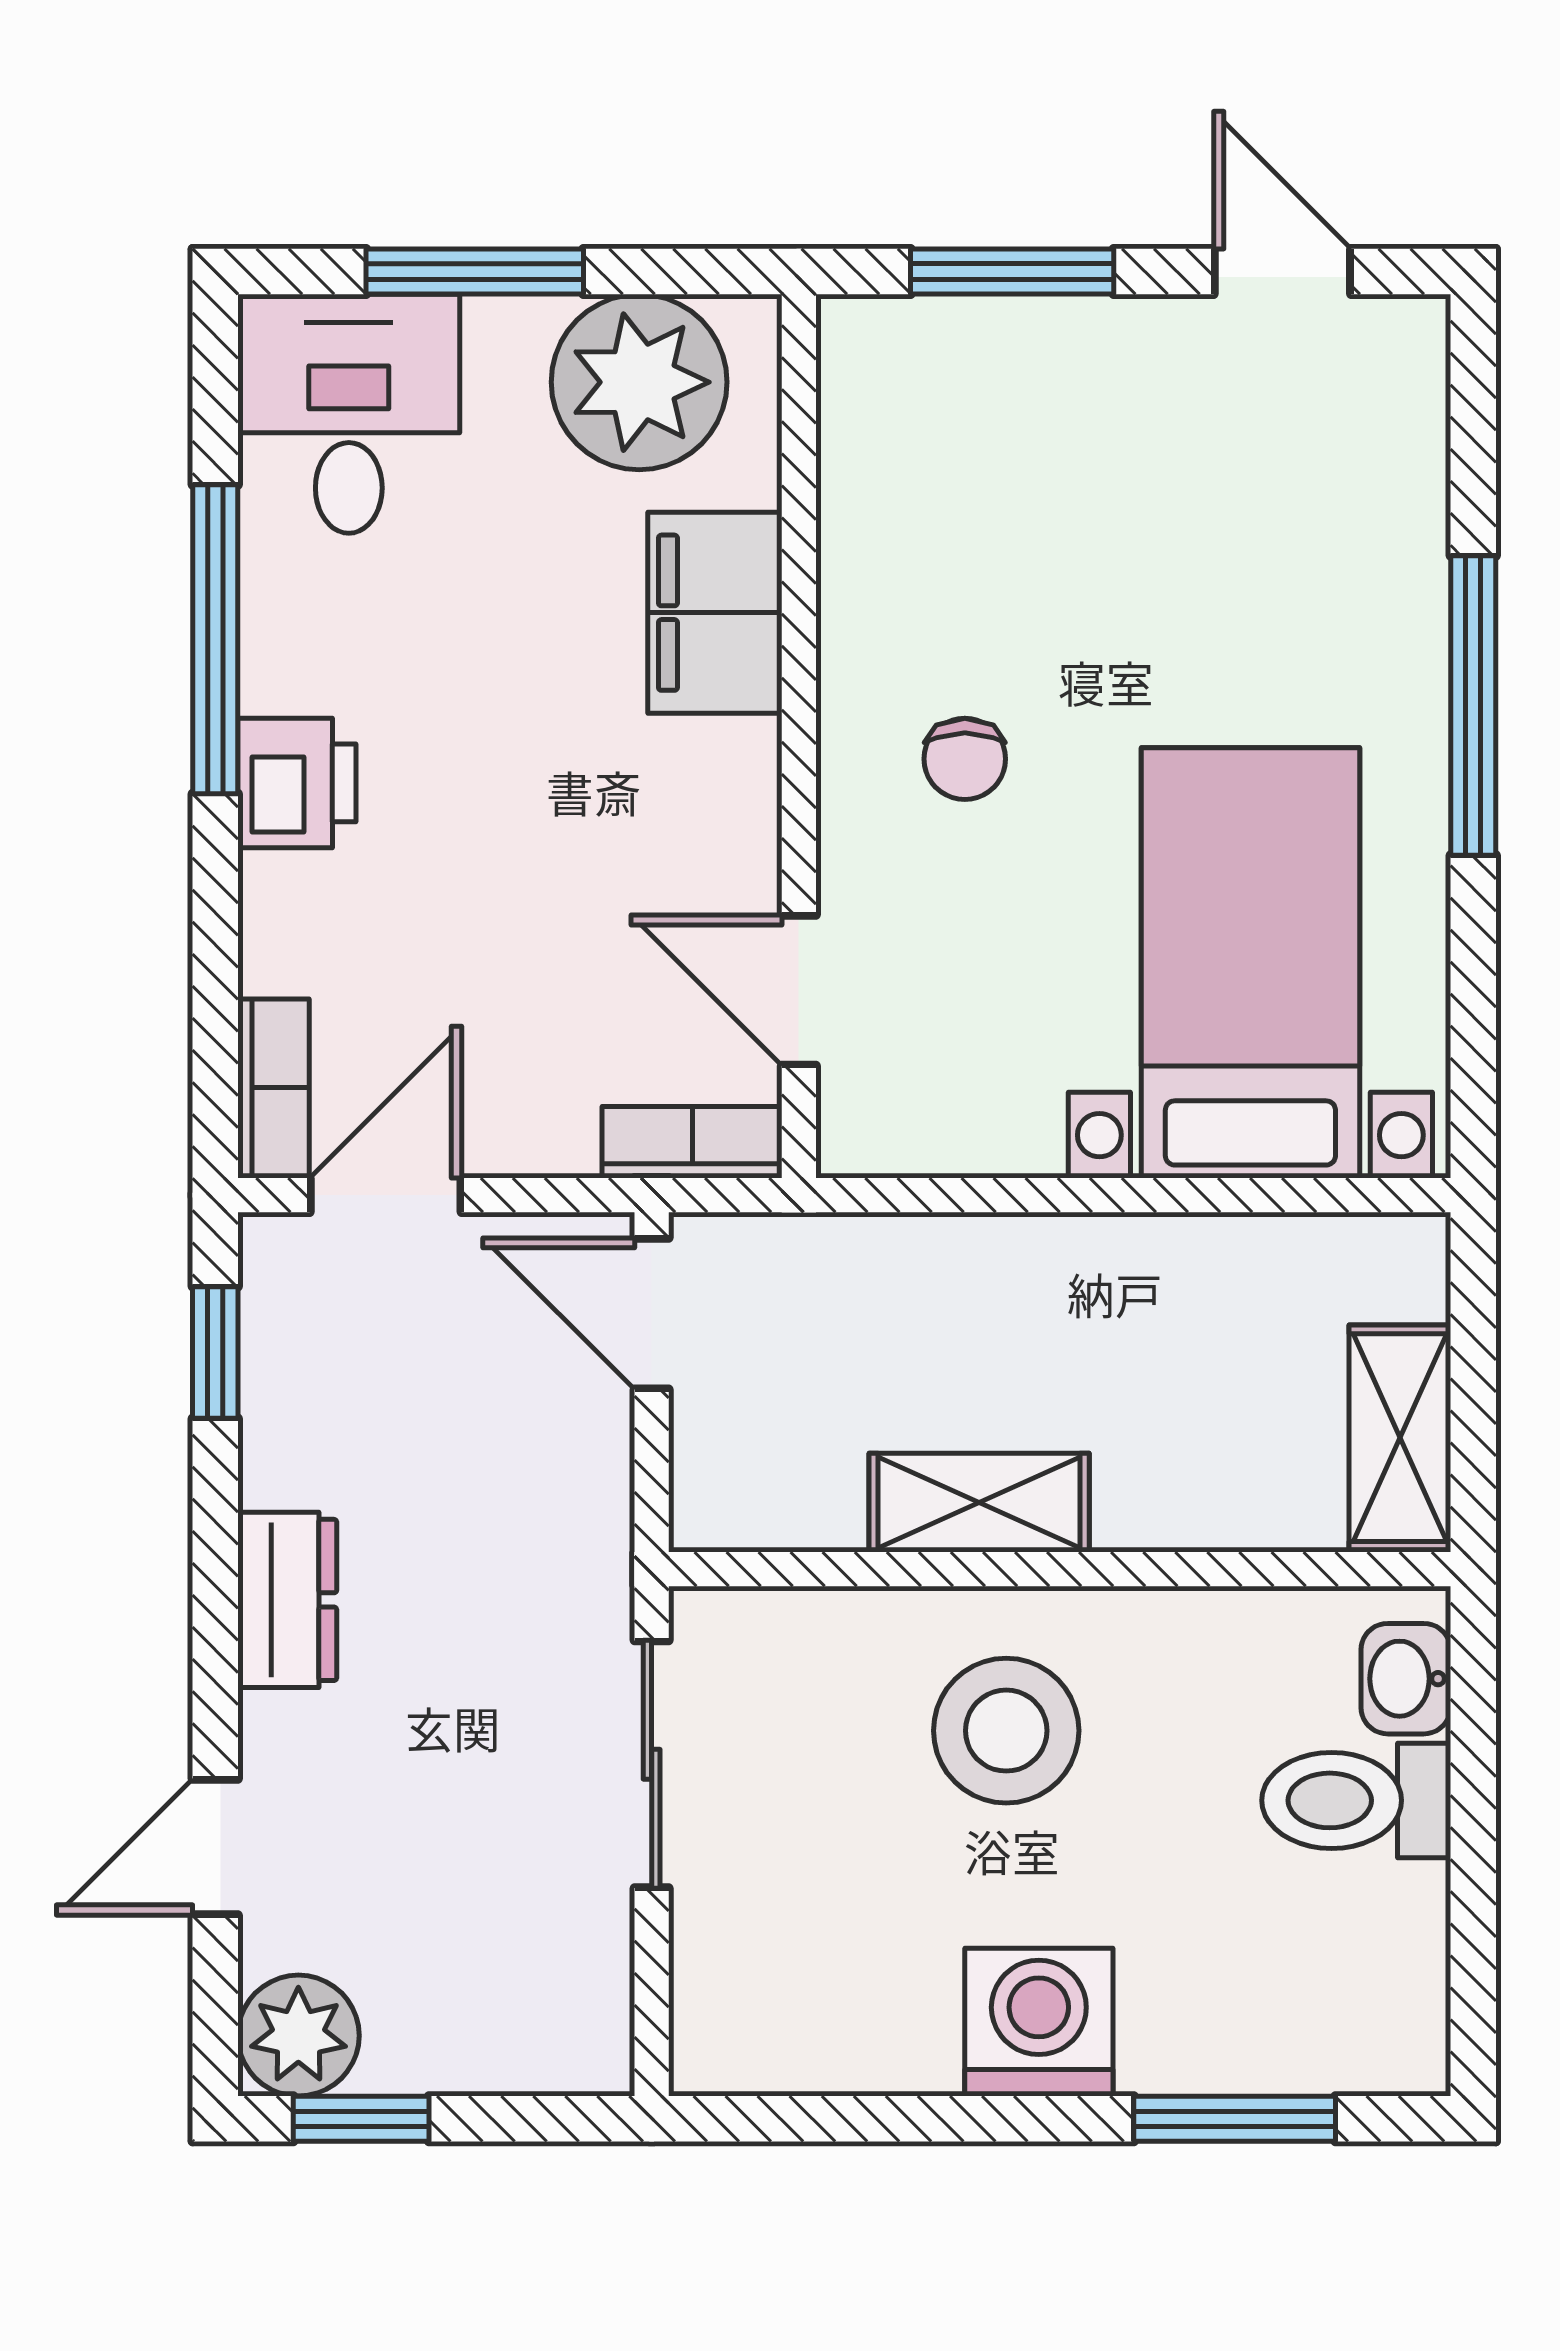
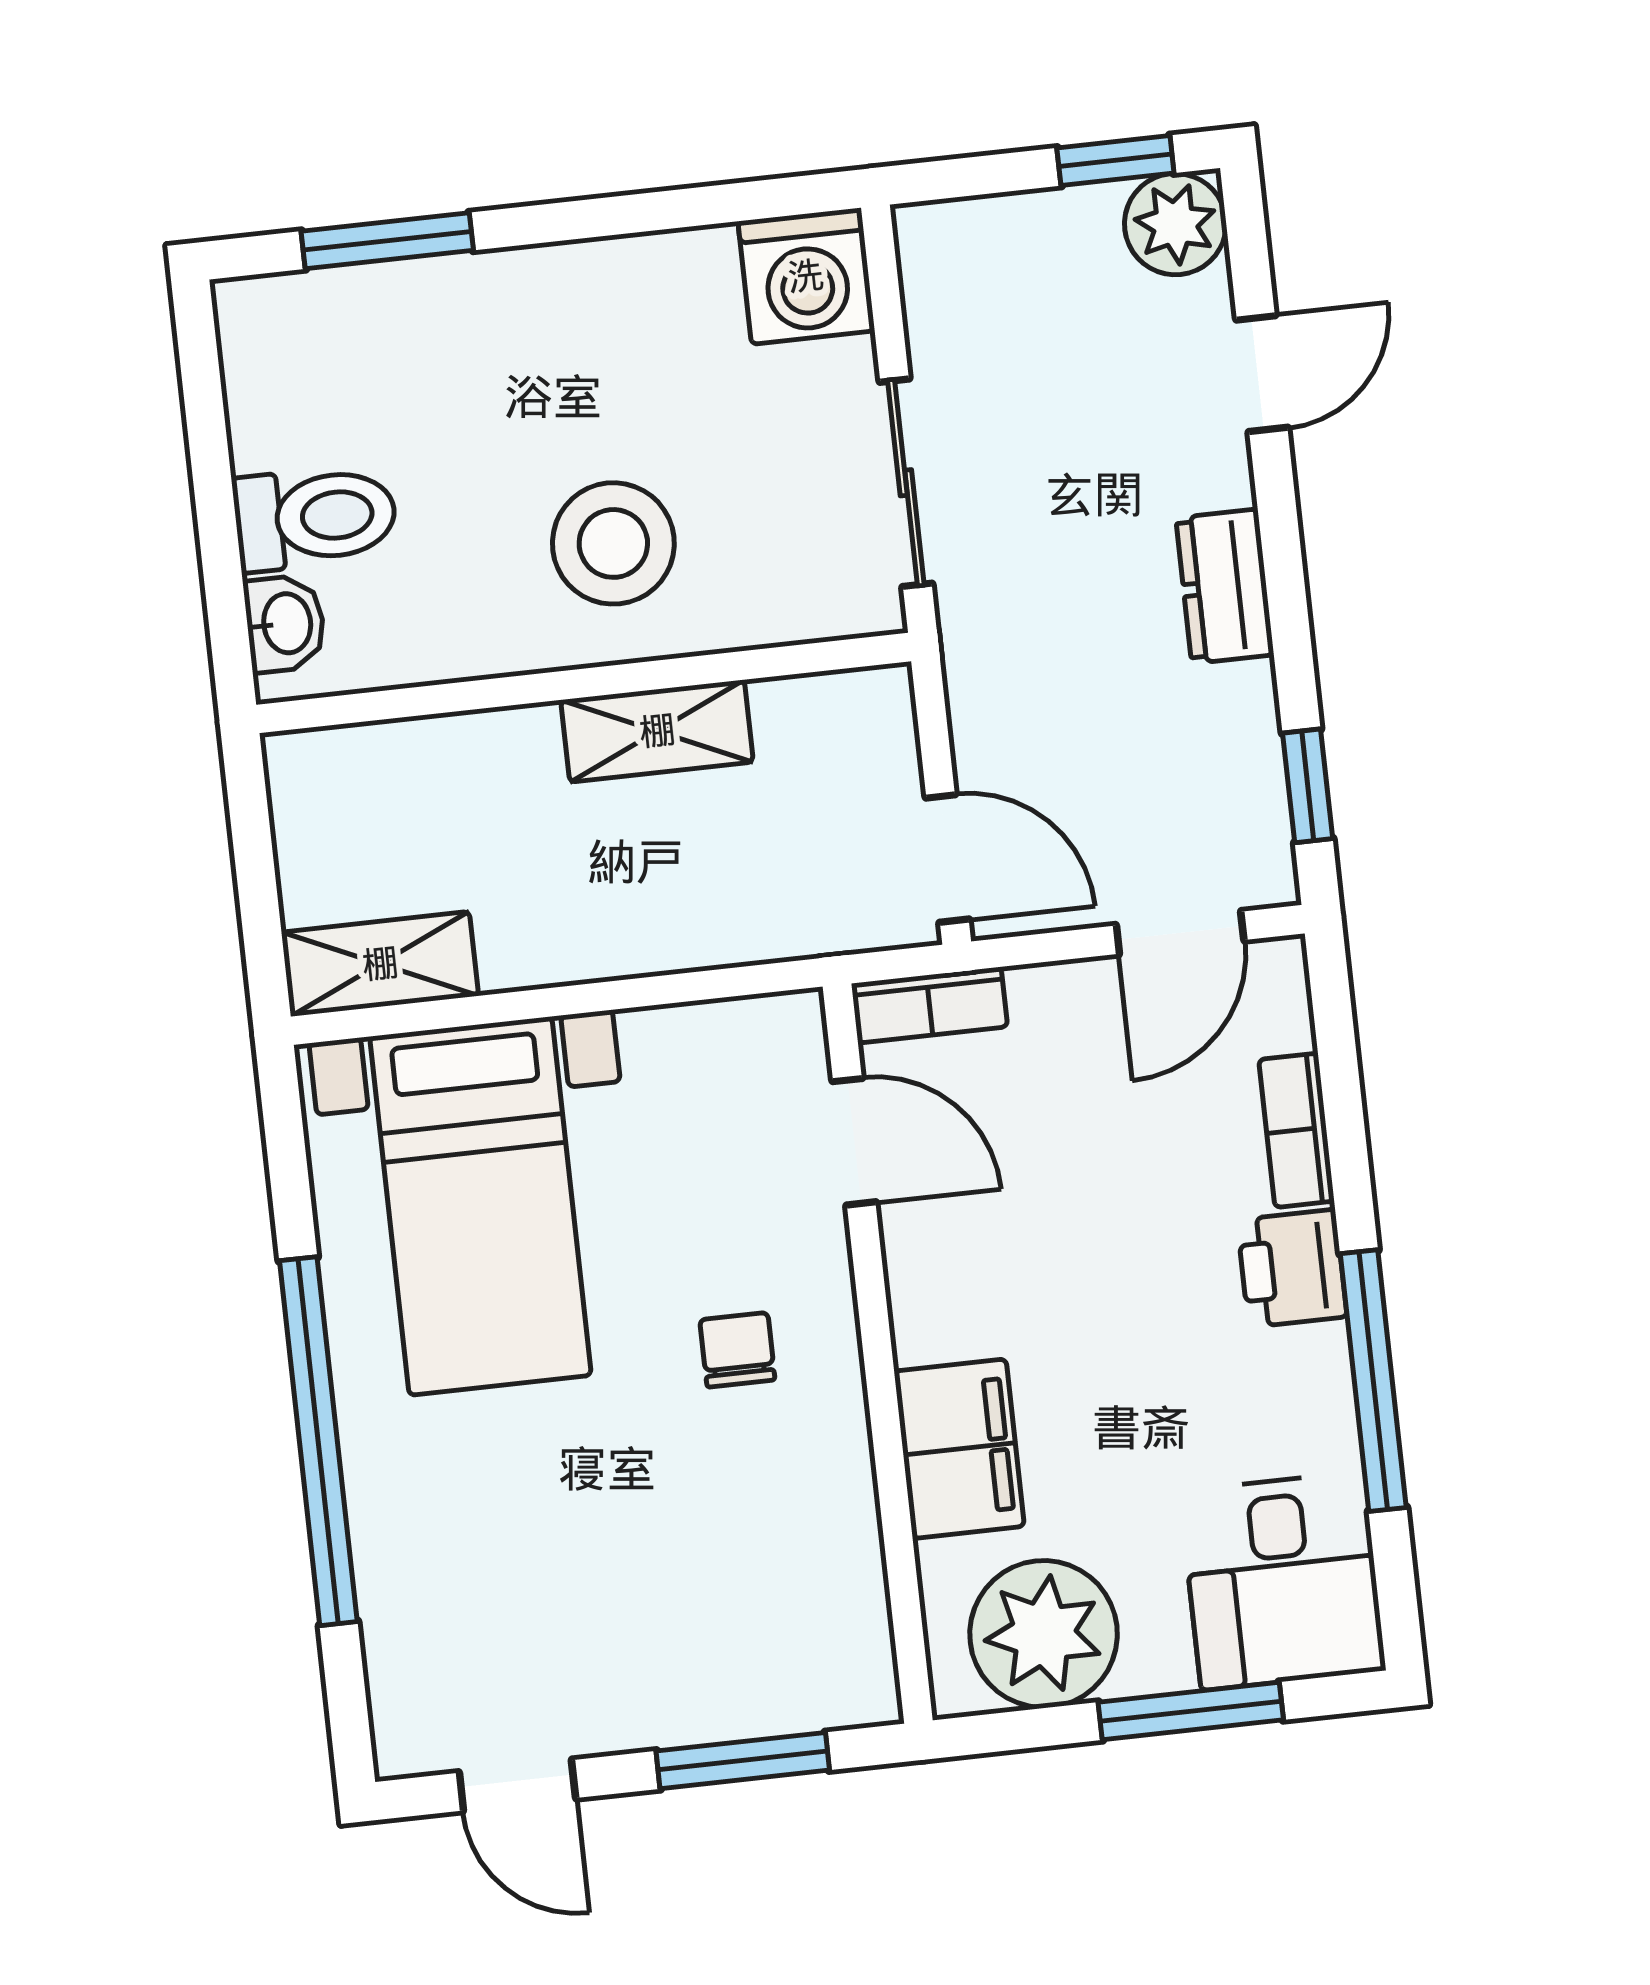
window: (1473, 705) -> (318, 1441), width x1.46
bookcase: (274, 1088) -> (1296, 1130), moved
shelving: (1400, 1438) -> (380, 964), moved, turned 90
washing machine: (1039, 2022) -> (806, 276), moved

